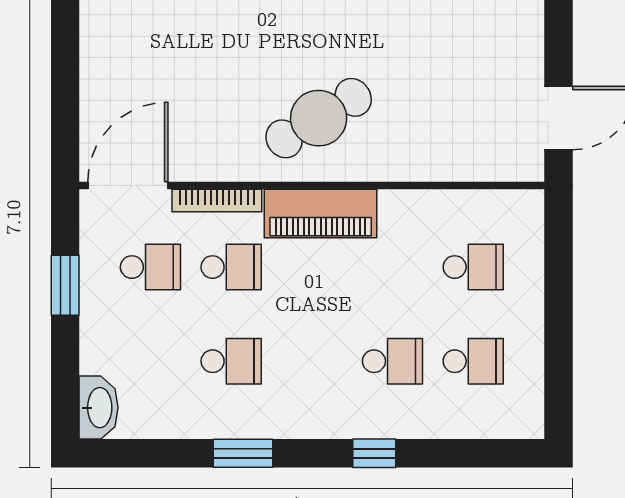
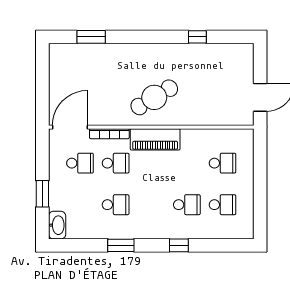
window: (65, 285) -> (42, 194), moved

